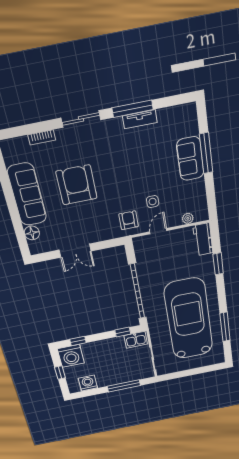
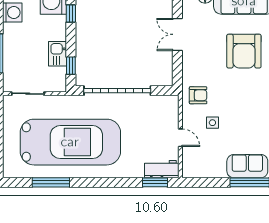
armchair: (77, 185) -> (244, 51), turned 90
plant: (188, 218) -> (188, 156), removed
door: (158, 231) -> (180, 138), moved
window: (218, 264) -> (155, 182), moved
kitchen sink: (136, 340) -> (57, 54), moved

